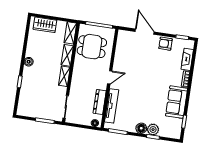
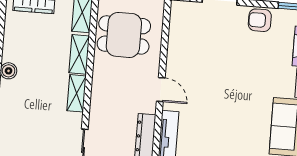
door: (110, 77) -> (161, 90), hinge flipped

